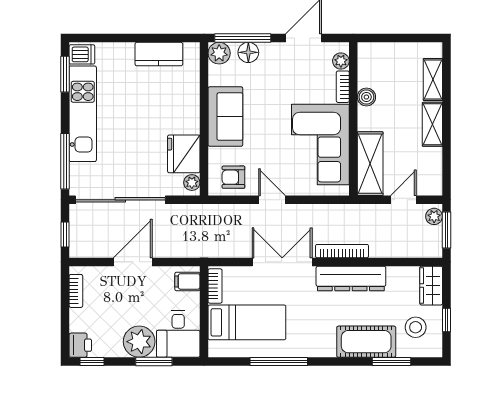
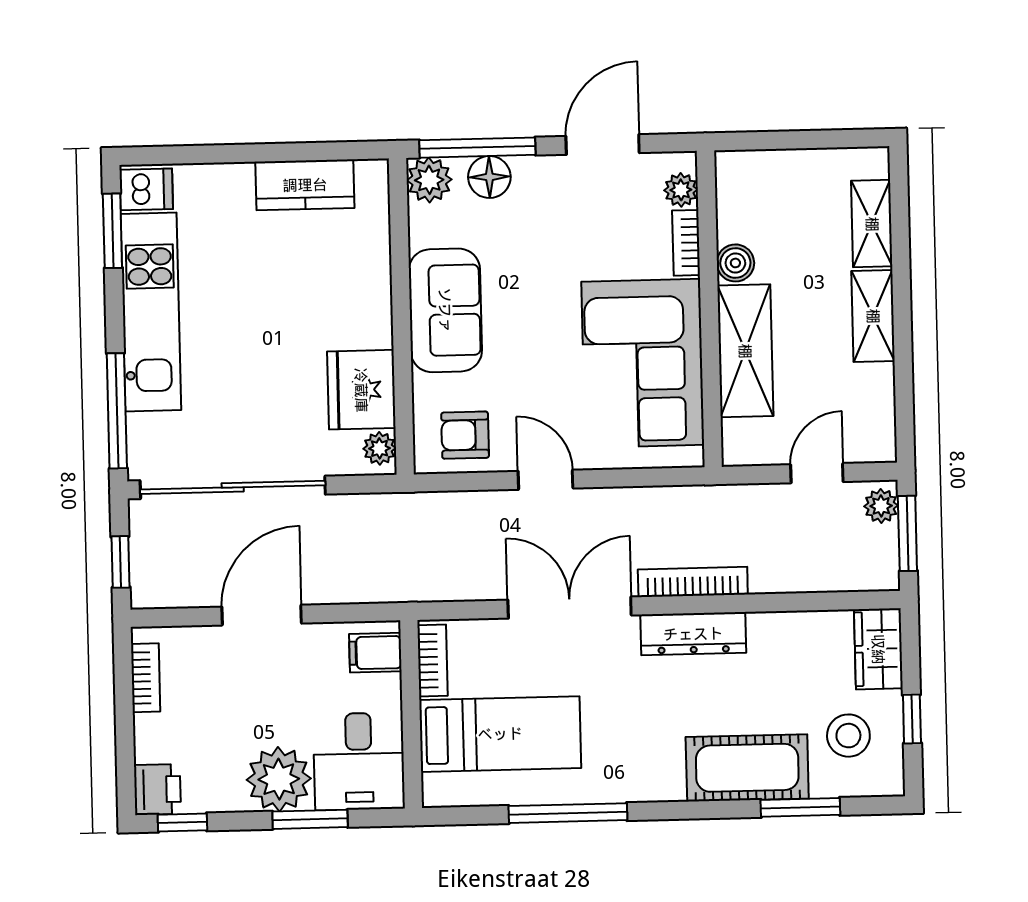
shelving: (370, 164) -> (745, 351), moved
dresser: (351, 278) -> (693, 634), width x0.73, depth x0.80

